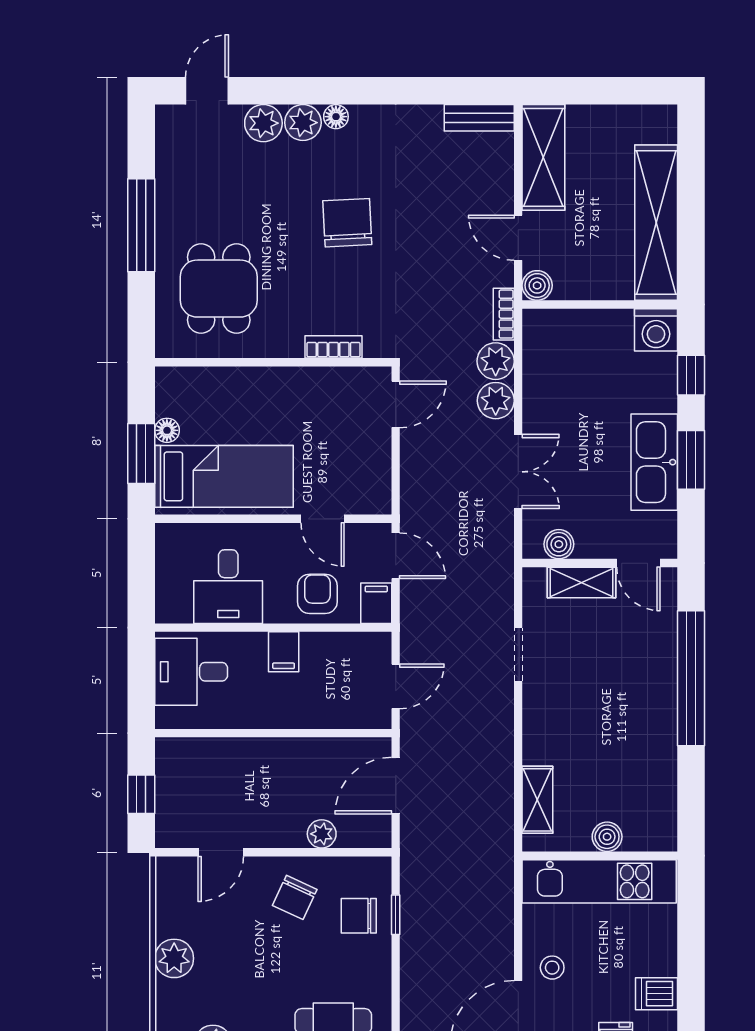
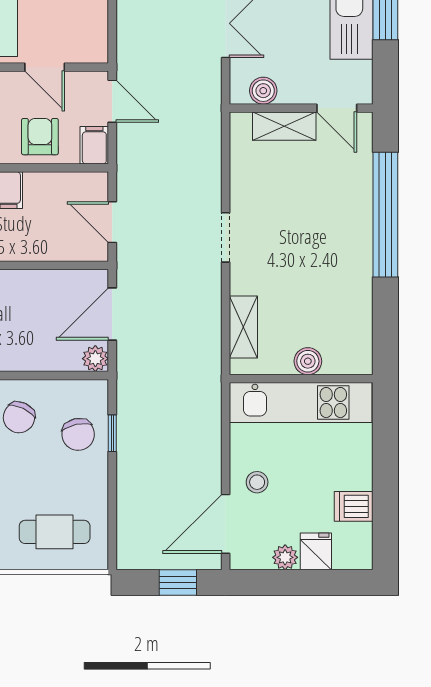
doorway: (518, 654) -> (226, 237), moved
door: (396, 686) -> (112, 222), swing flipped
plant: (322, 834) -> (95, 359), moved
chair: (359, 916) -> (78, 434), turned -102

